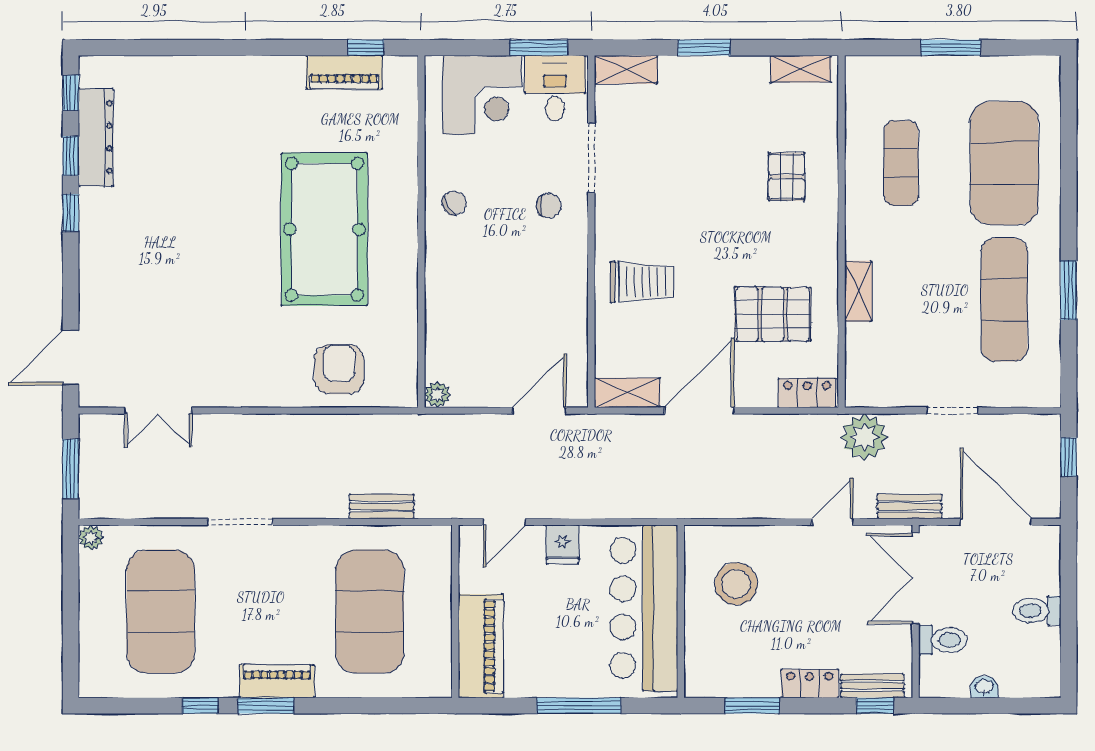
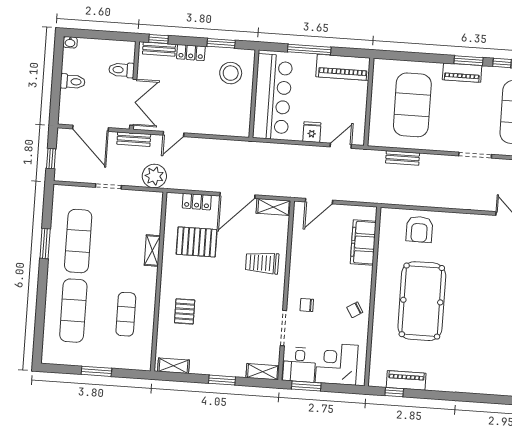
exercise mat: (1004, 163) -> (73, 311), width x0.68
filing cabinet: (447, 336) -> (363, 243), added
locker: (807, 393) -> (197, 202), moved
plant: (437, 395) -> (370, 213), removed
stool: (736, 584) -> (231, 73), moved
piano: (481, 646) -> (343, 67), moved, turned -90
washbasin: (984, 687) -> (70, 42), moved

